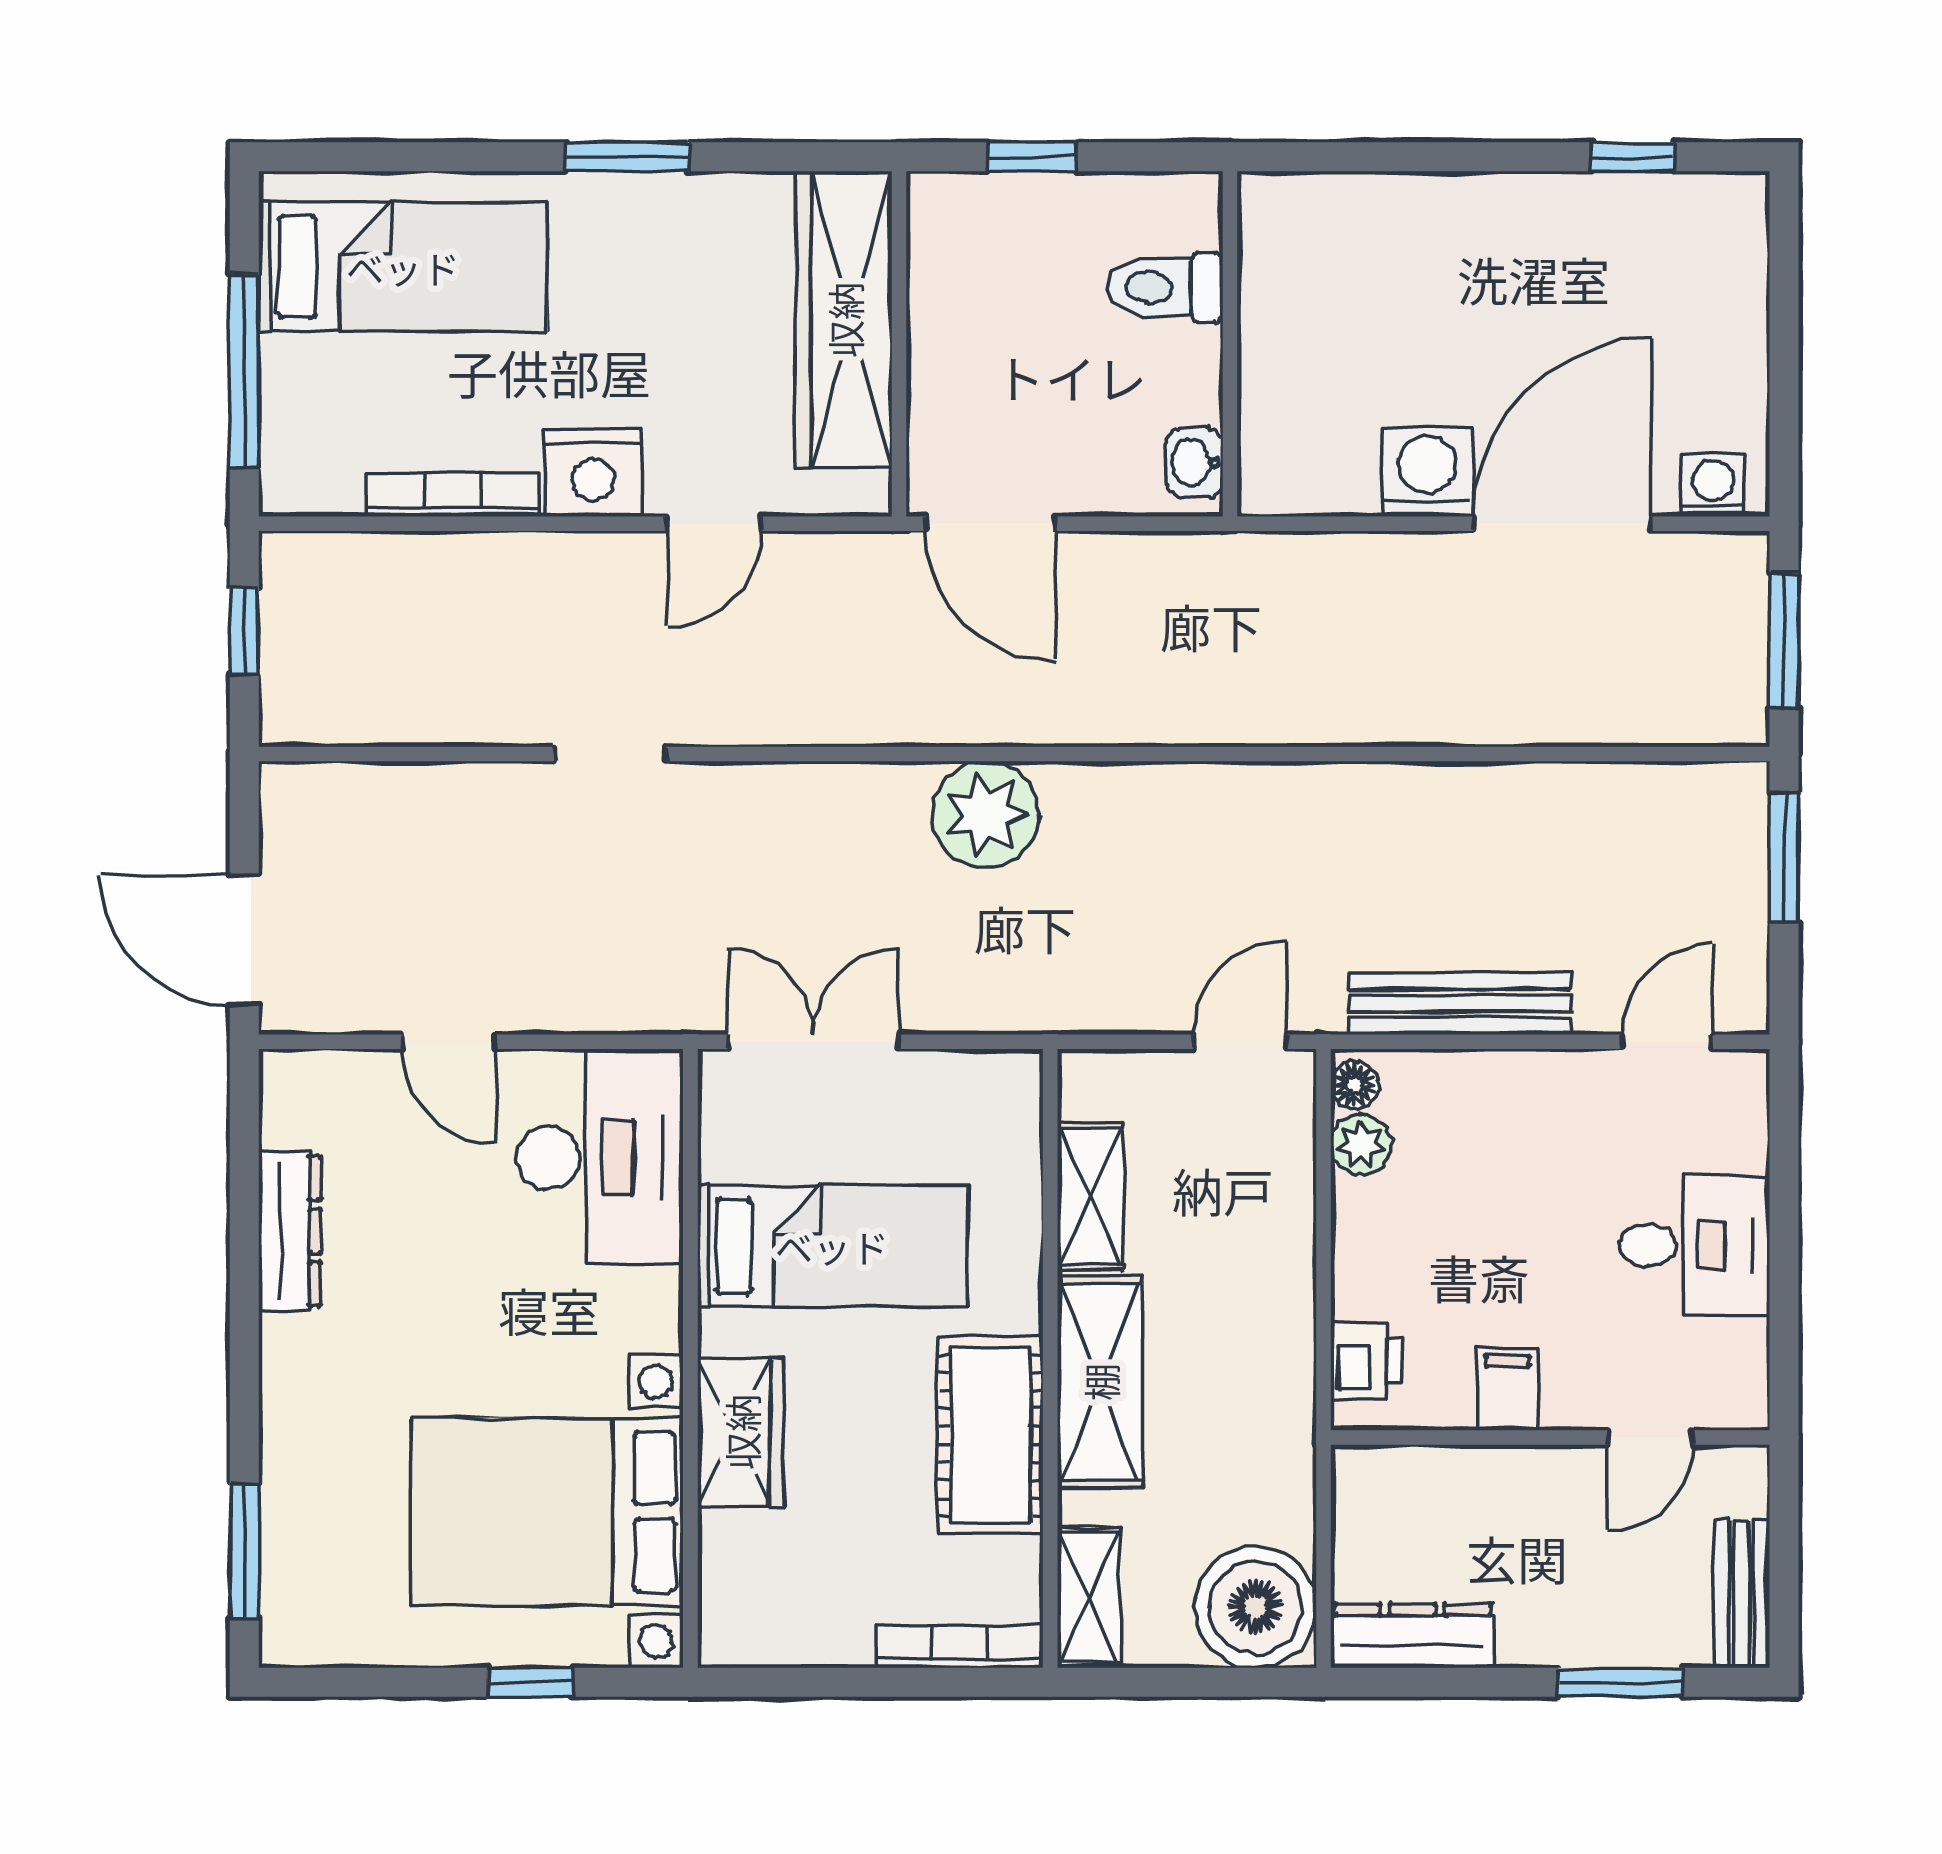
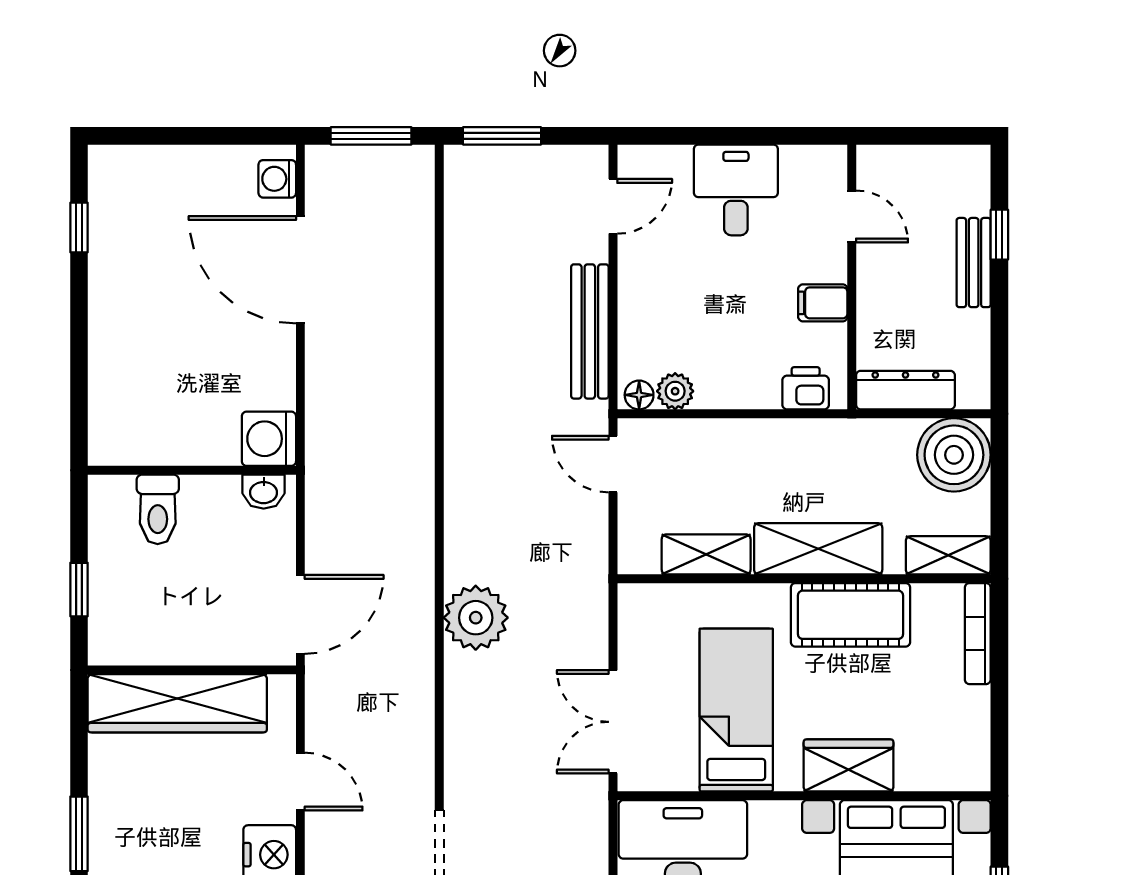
washing machine: (1427, 472) -> (269, 439), moved
door: (1667, 1042) -> (613, 206), swing flipped
bench: (1741, 1594) -> (974, 263), moved, turned 90
dresser: (1413, 1636) -> (905, 390), moved, turned 90
window: (1620, 1682) -> (999, 235), width x0.67

